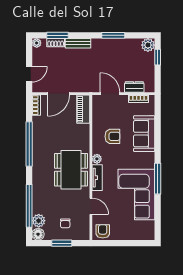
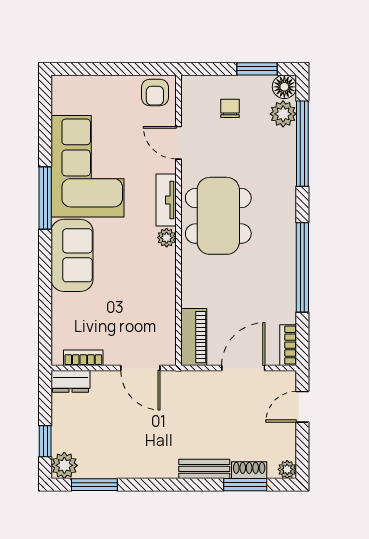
window: (113, 35) -> (94, 485), moved
dresser: (134, 87) -> (71, 381), moved
sofa: (144, 134) -> (72, 255), moved
armchair: (112, 136) -> (136, 283), removed
window: (62, 243) -> (257, 69), moved

